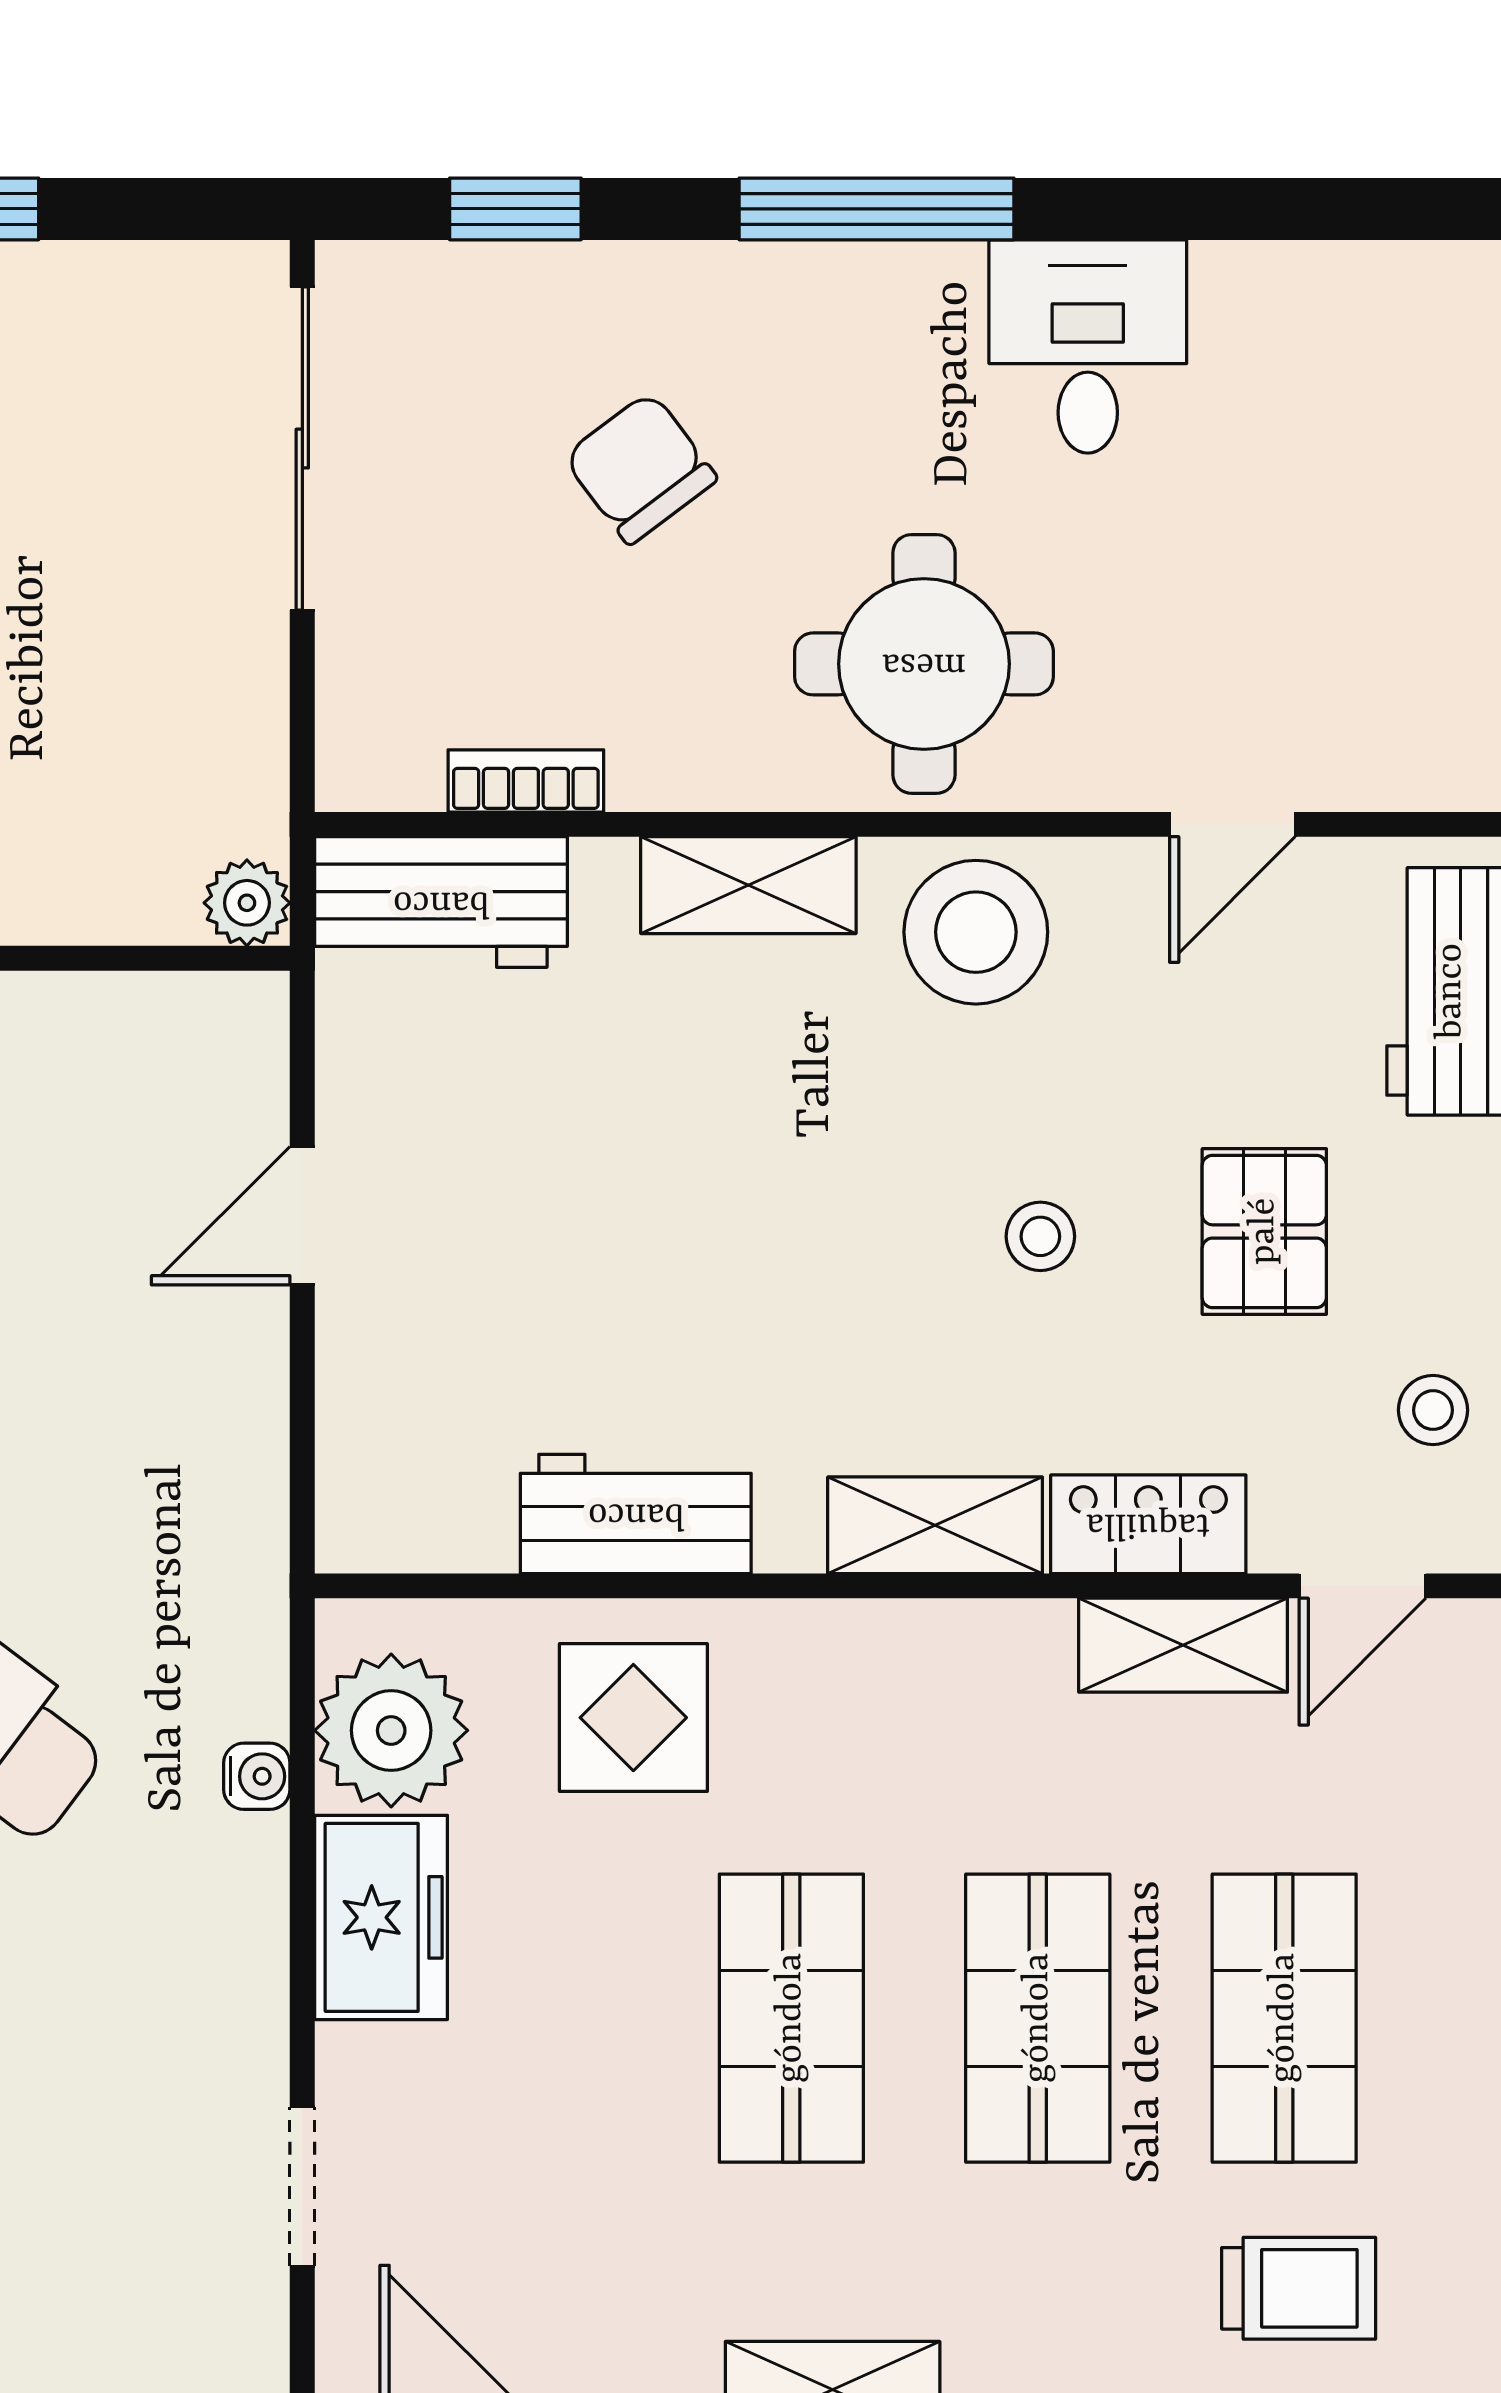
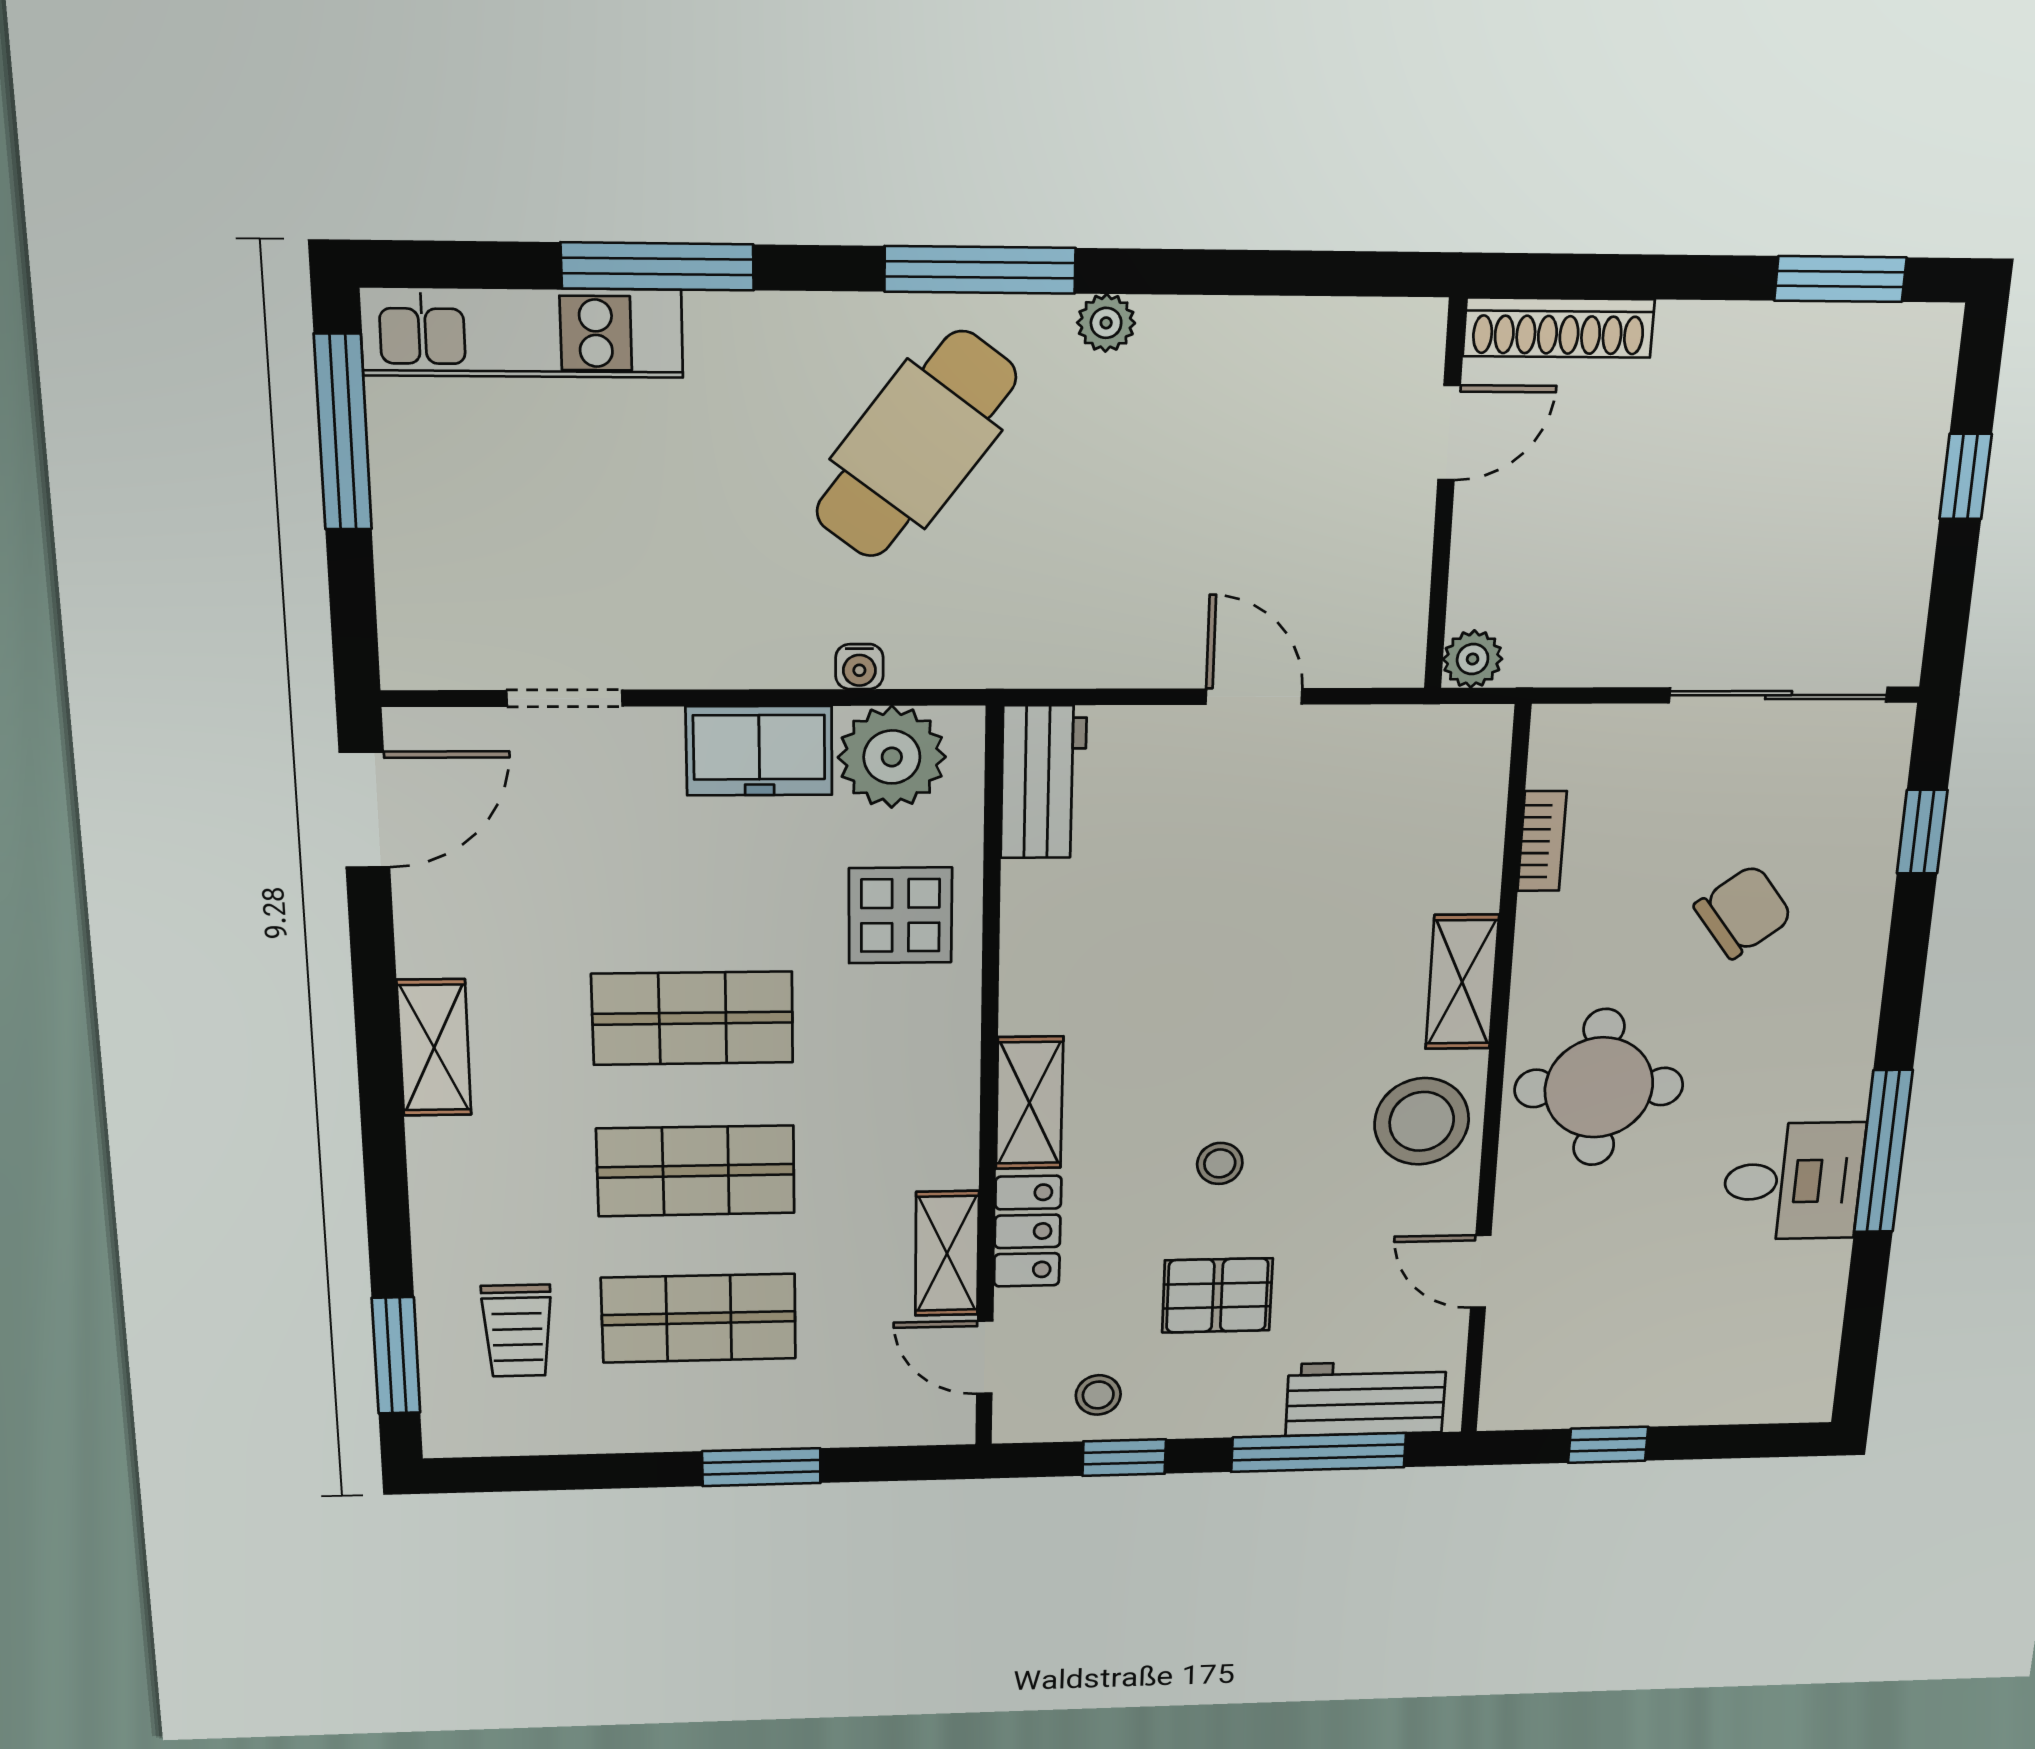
window: (876, 209) -> (1883, 1151), moved
workbench: (441, 902) -> (1464, 787), removed
workbench: (636, 1514) -> (1044, 782), moved

